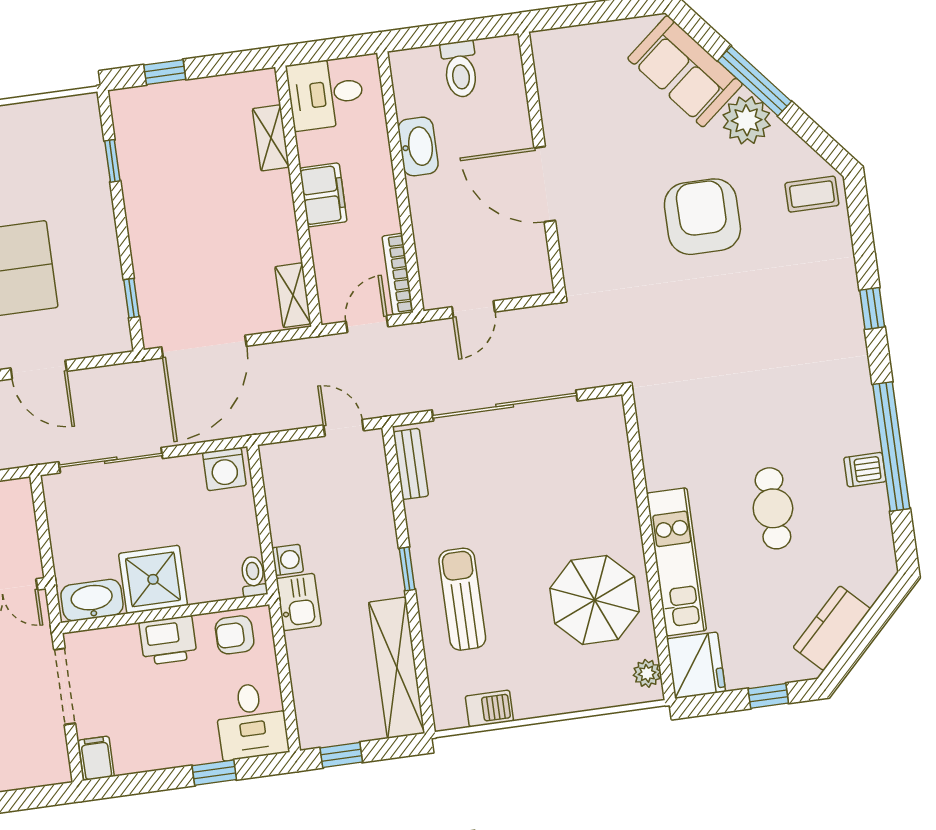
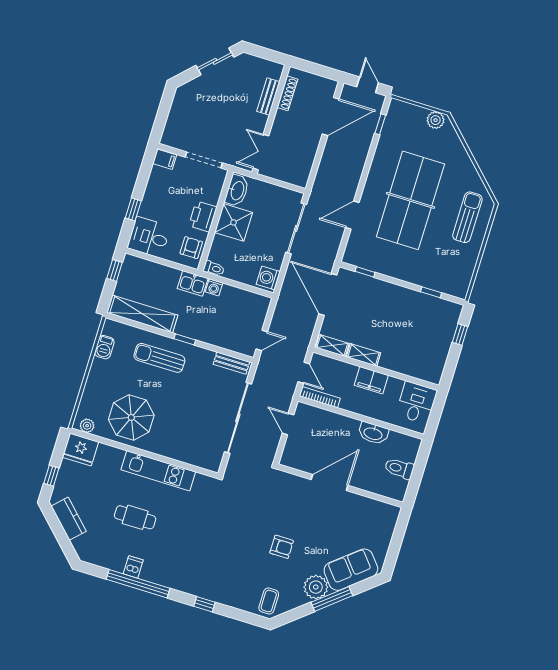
shelving: (271, 138) -> (364, 355), moved
armchair: (702, 217) -> (282, 547), width x0.53, depth x0.53
kitchen unit: (676, 562) -> (158, 471), moved
sun lounger: (462, 599) -> (159, 358), turned 180

